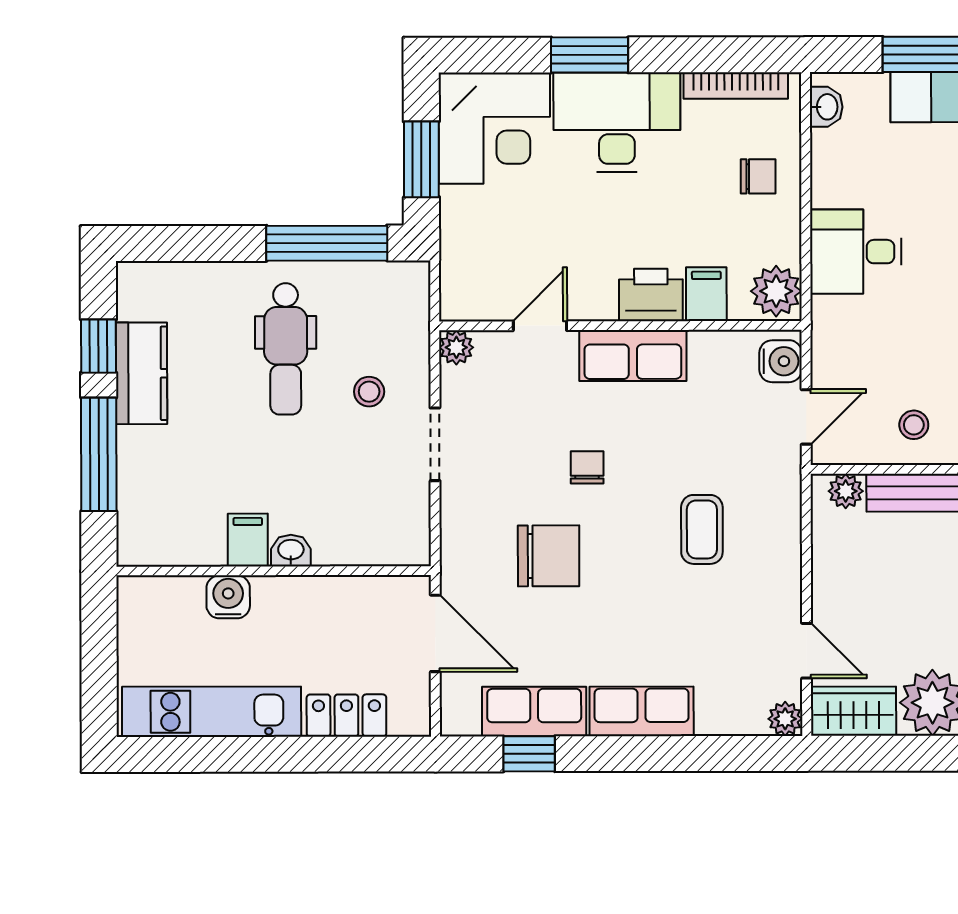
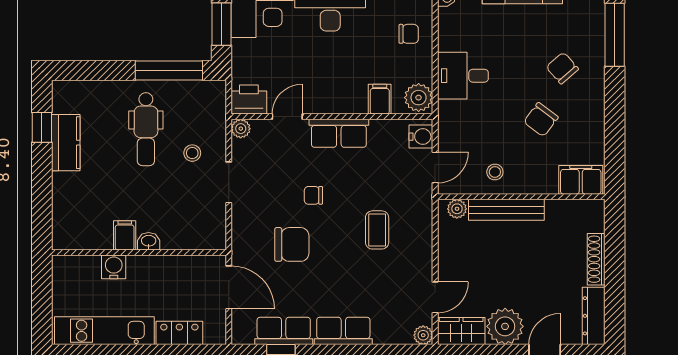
printer: (651, 295) -> (249, 100), moved
window: (99, 454) -> (42, 188), removed
chair: (587, 467) -> (313, 195), turned -90
door: (807, 651) -> (435, 297), hinge flipped

